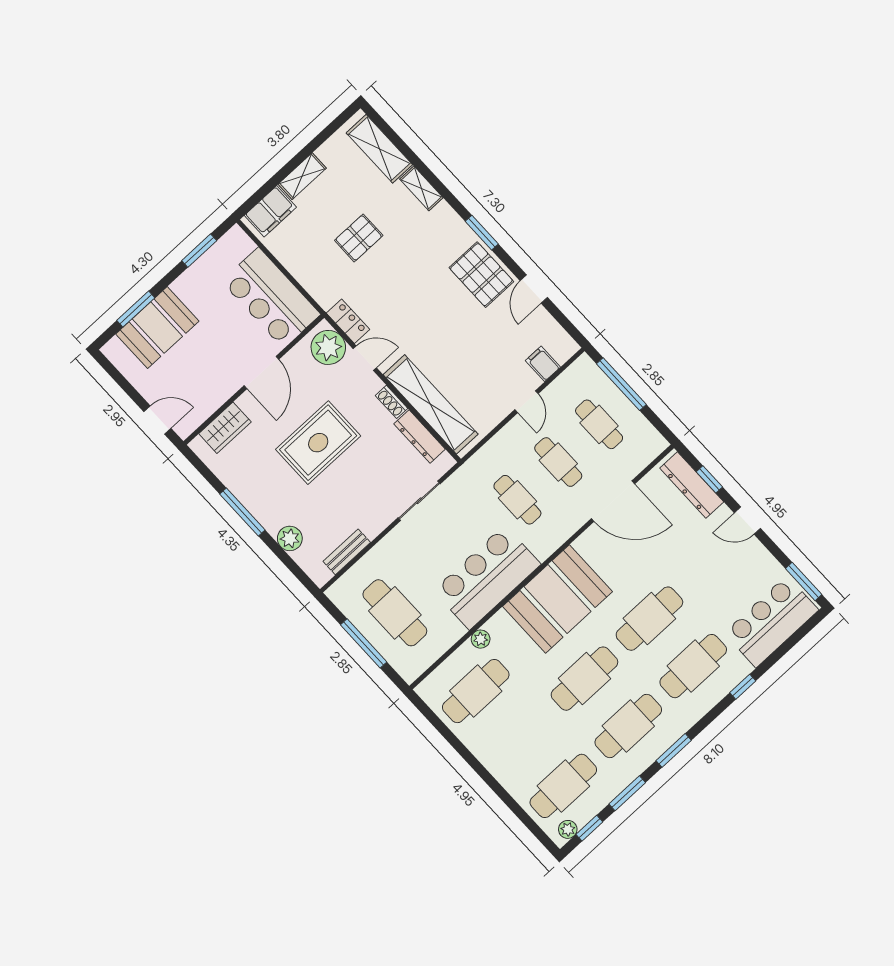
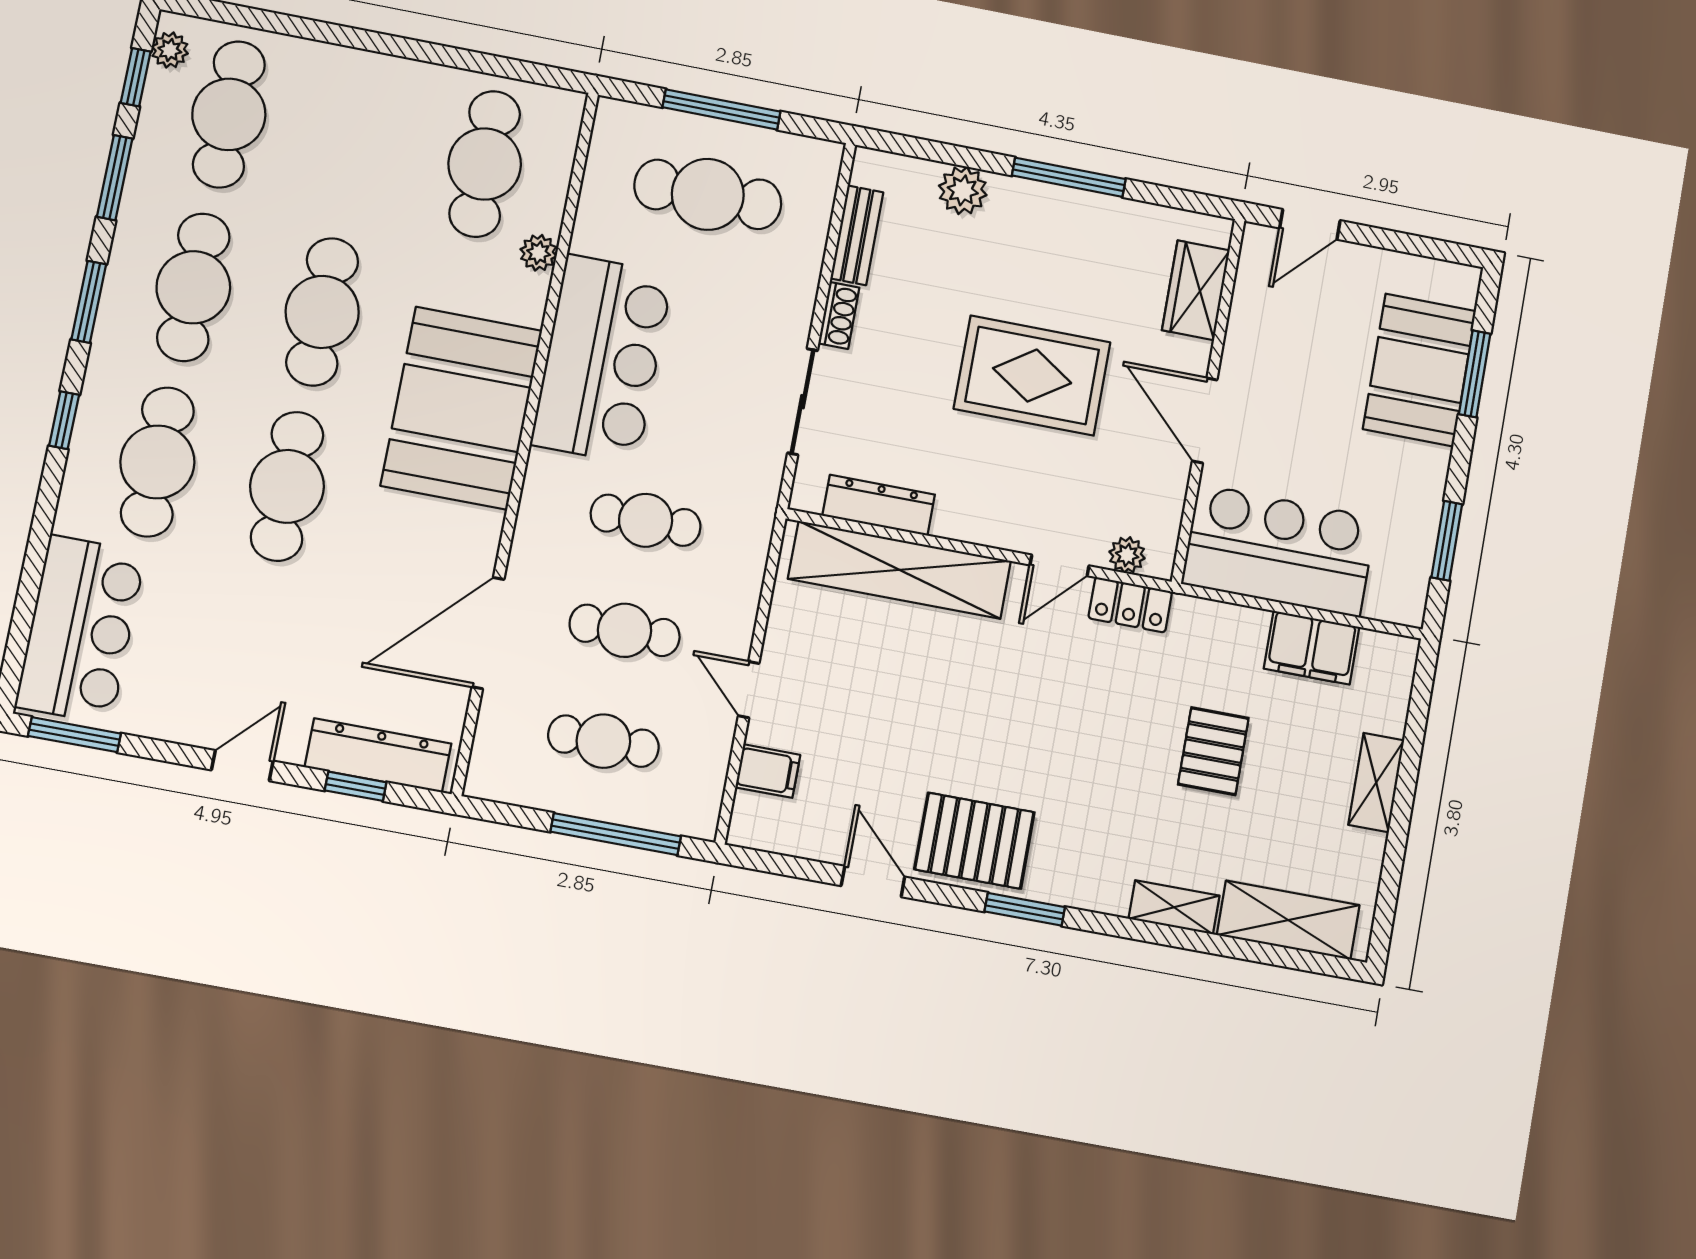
filing cabinet: (270, 211) -> (1312, 648), moved, turned -90
plant: (328, 347) -> (1127, 555), width x0.53, depth x0.53
shoe rack: (391, 402) -> (839, 315), moved, turned 90
rug: (318, 443) -> (1032, 376), turned 90
window: (743, 687) -> (64, 420), moved

